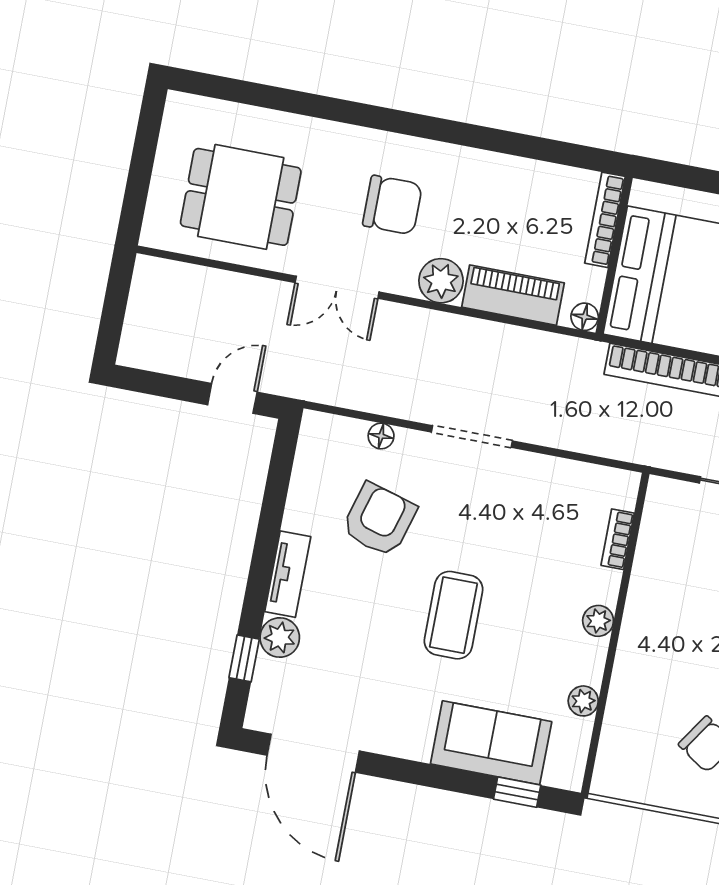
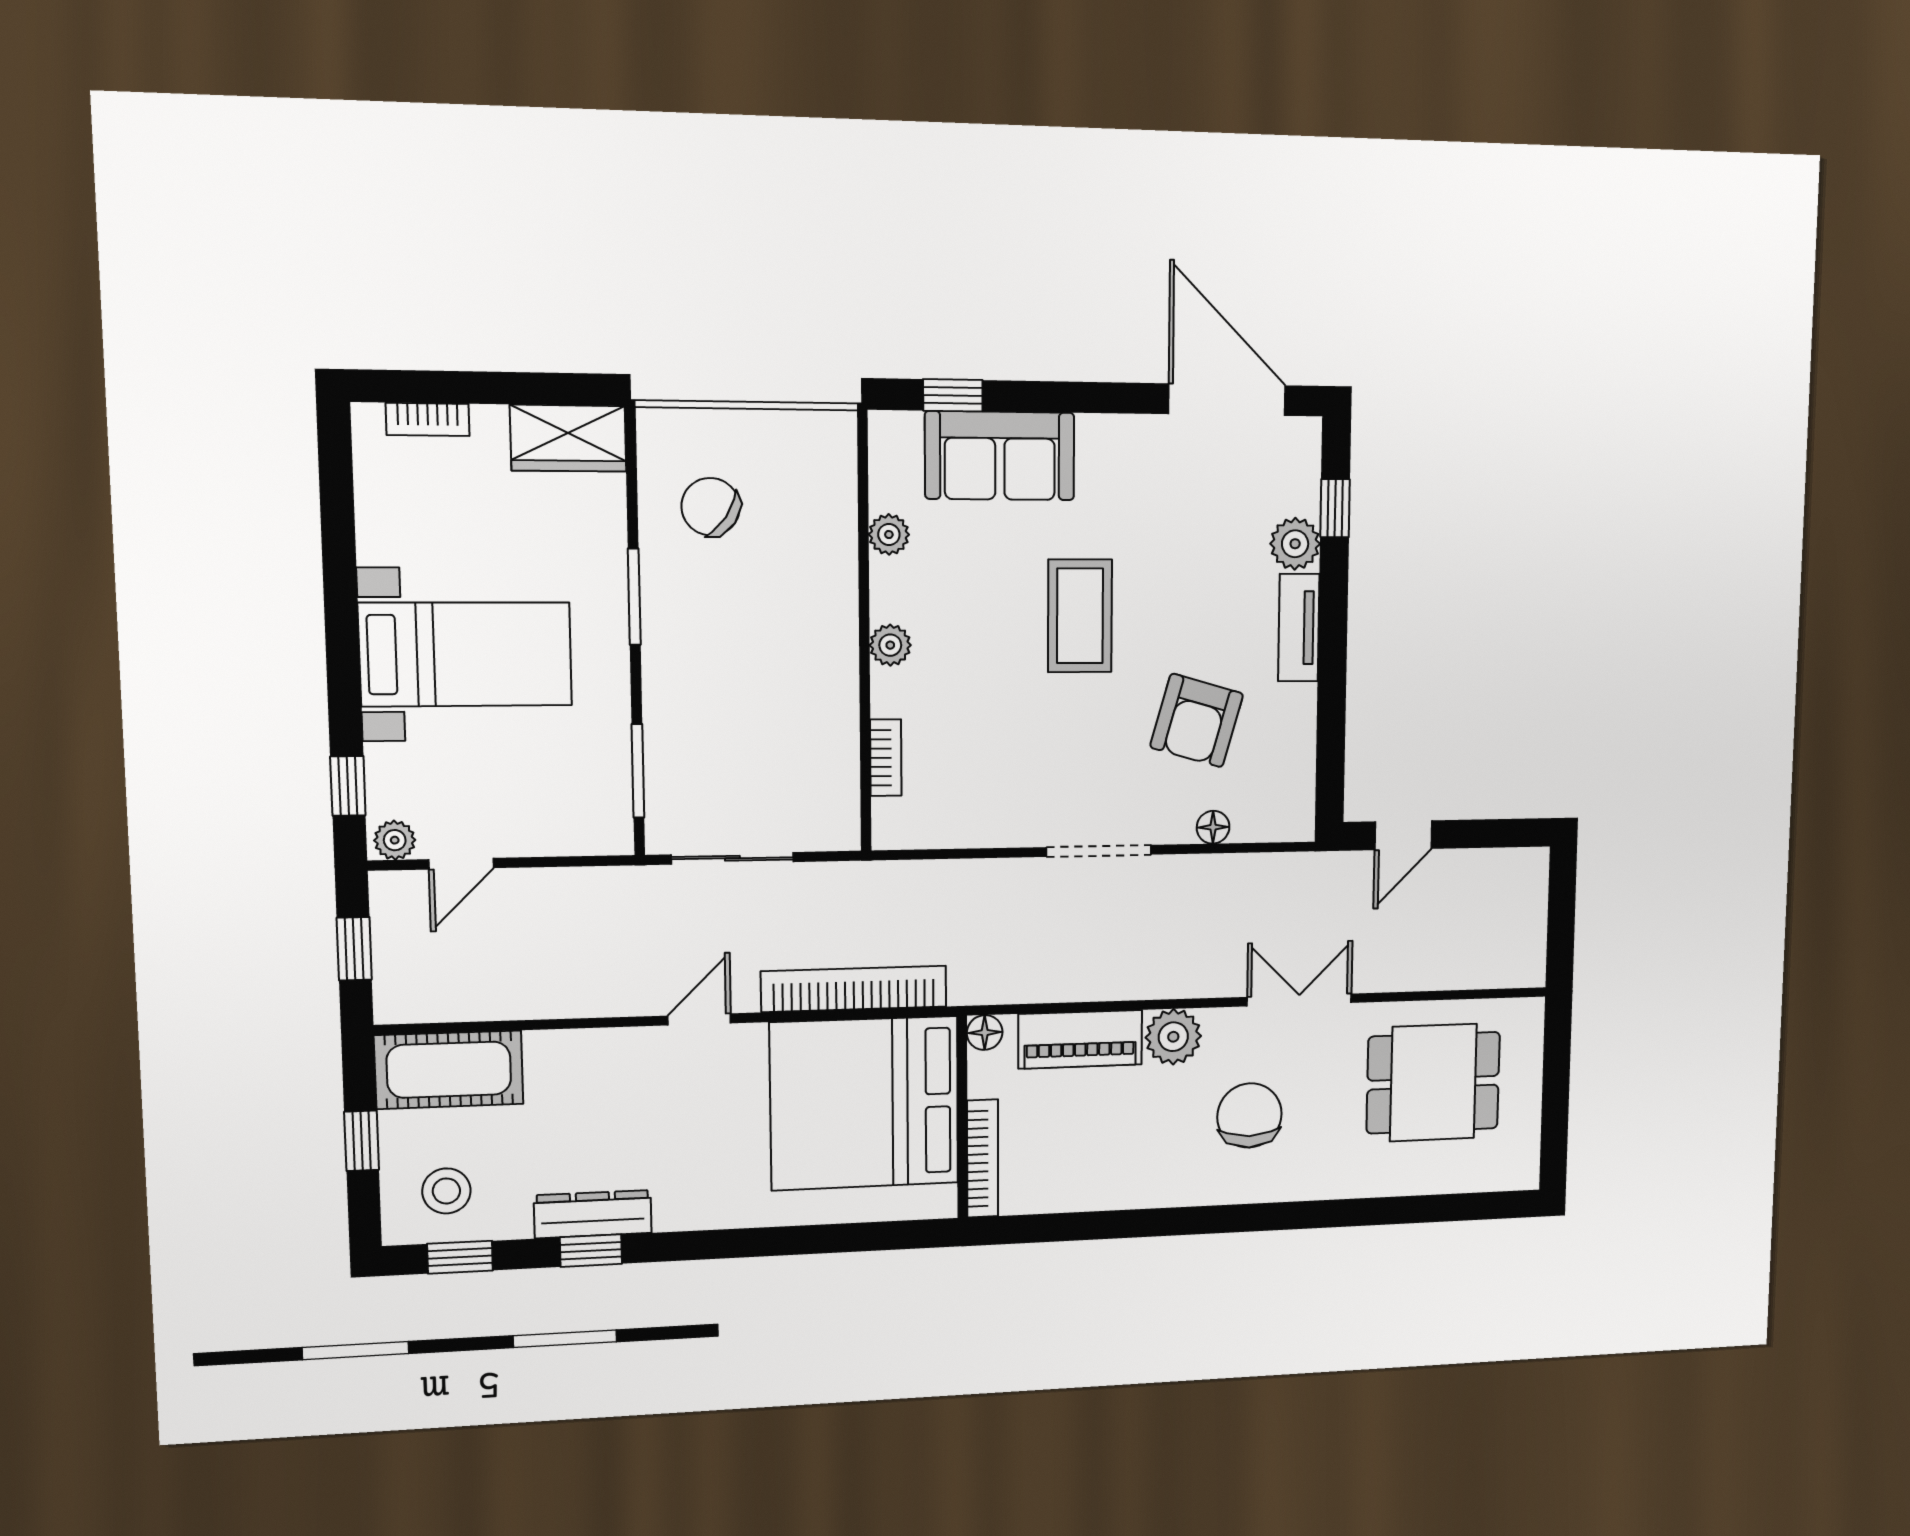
chair: (392, 205) -> (1249, 1115), turned 90

